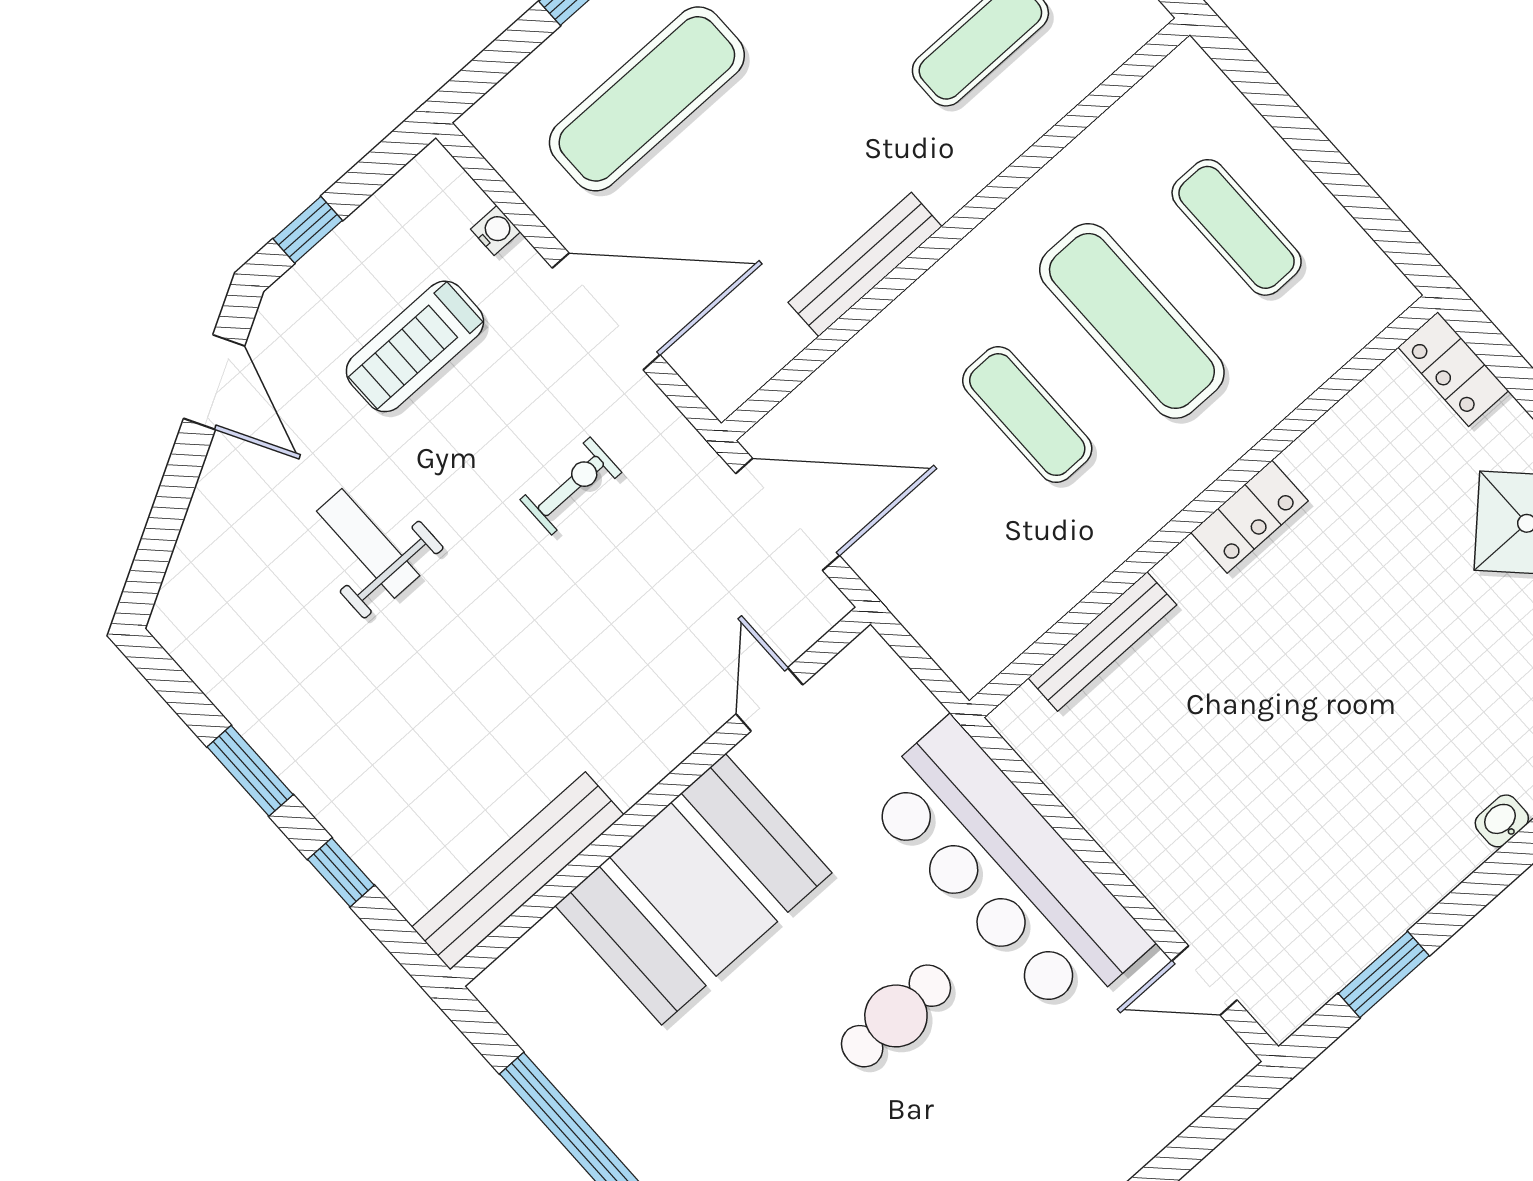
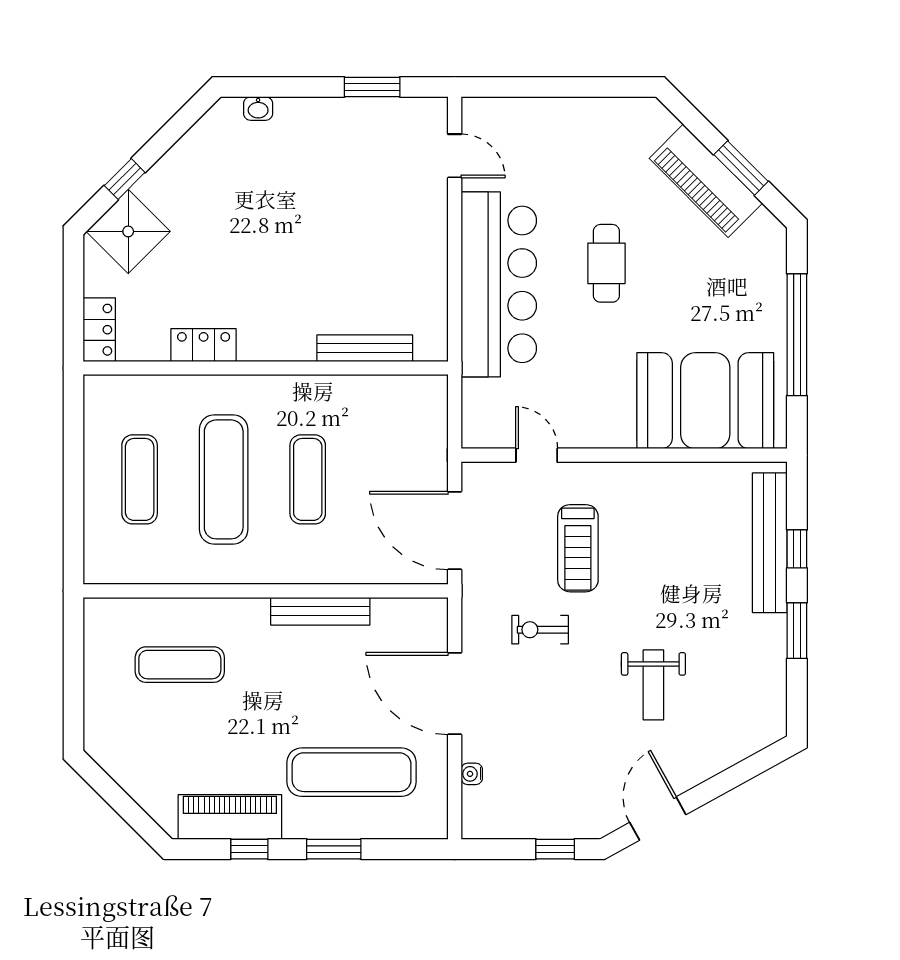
treadmill: (415, 346) -> (578, 548), moved, turned 90
locker: (1249, 517) -> (204, 345), moved
door: (769, 699) -> (537, 455), swing flipped
bench: (518, 871) -> (770, 543), moved, turned 90
booth: (693, 889) -> (705, 401), moved
cafe table: (896, 1016) -> (606, 263), turned 90

